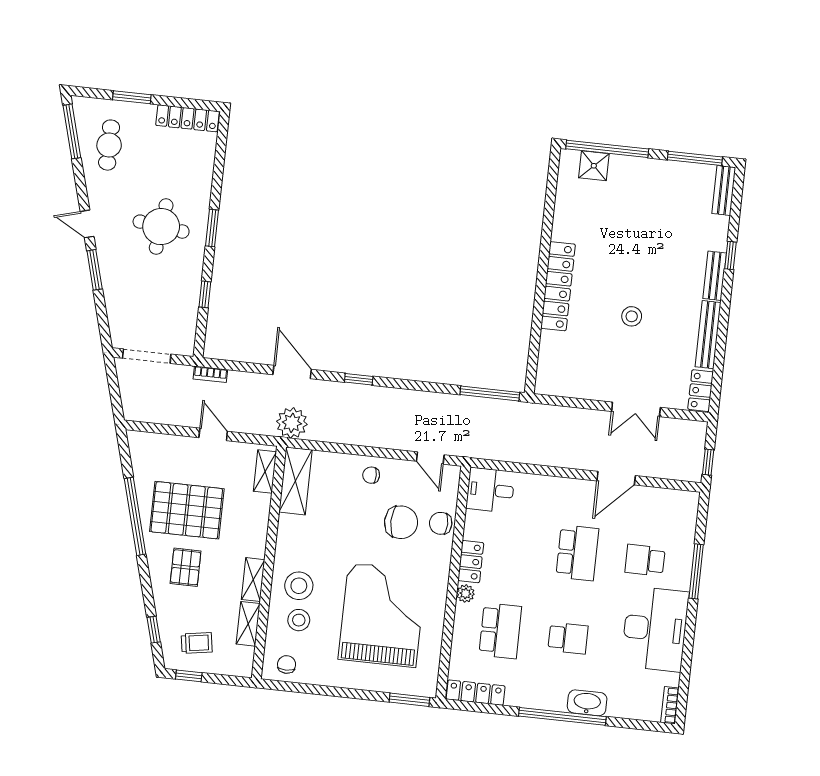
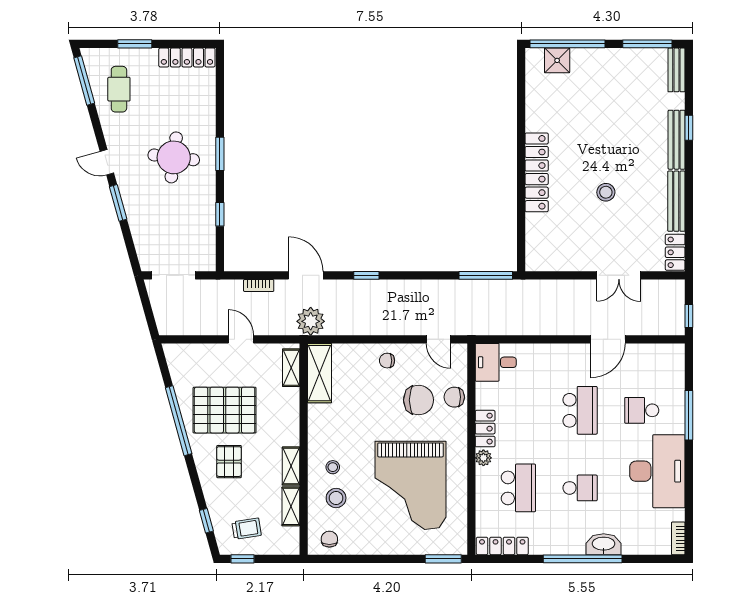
bench: (715, 276) -> (677, 140), width x1.36
bookcase: (210, 374) -> (259, 285), moved
stool: (299, 586) -> (333, 467), width x0.53, depth x0.53
grand piano: (382, 615) -> (411, 485), turned 180

